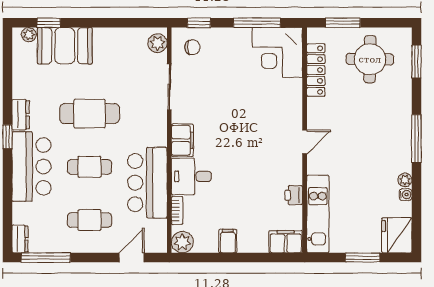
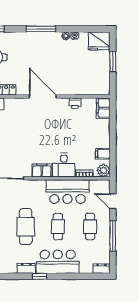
door: (305, 142) -> (43, 97), width x1.88
kitchen unit: (318, 214) -> (86, 89), removed
filing cabinet: (228, 241) -> (103, 154), moved
window: (46, 258) -> (113, 236), moved

